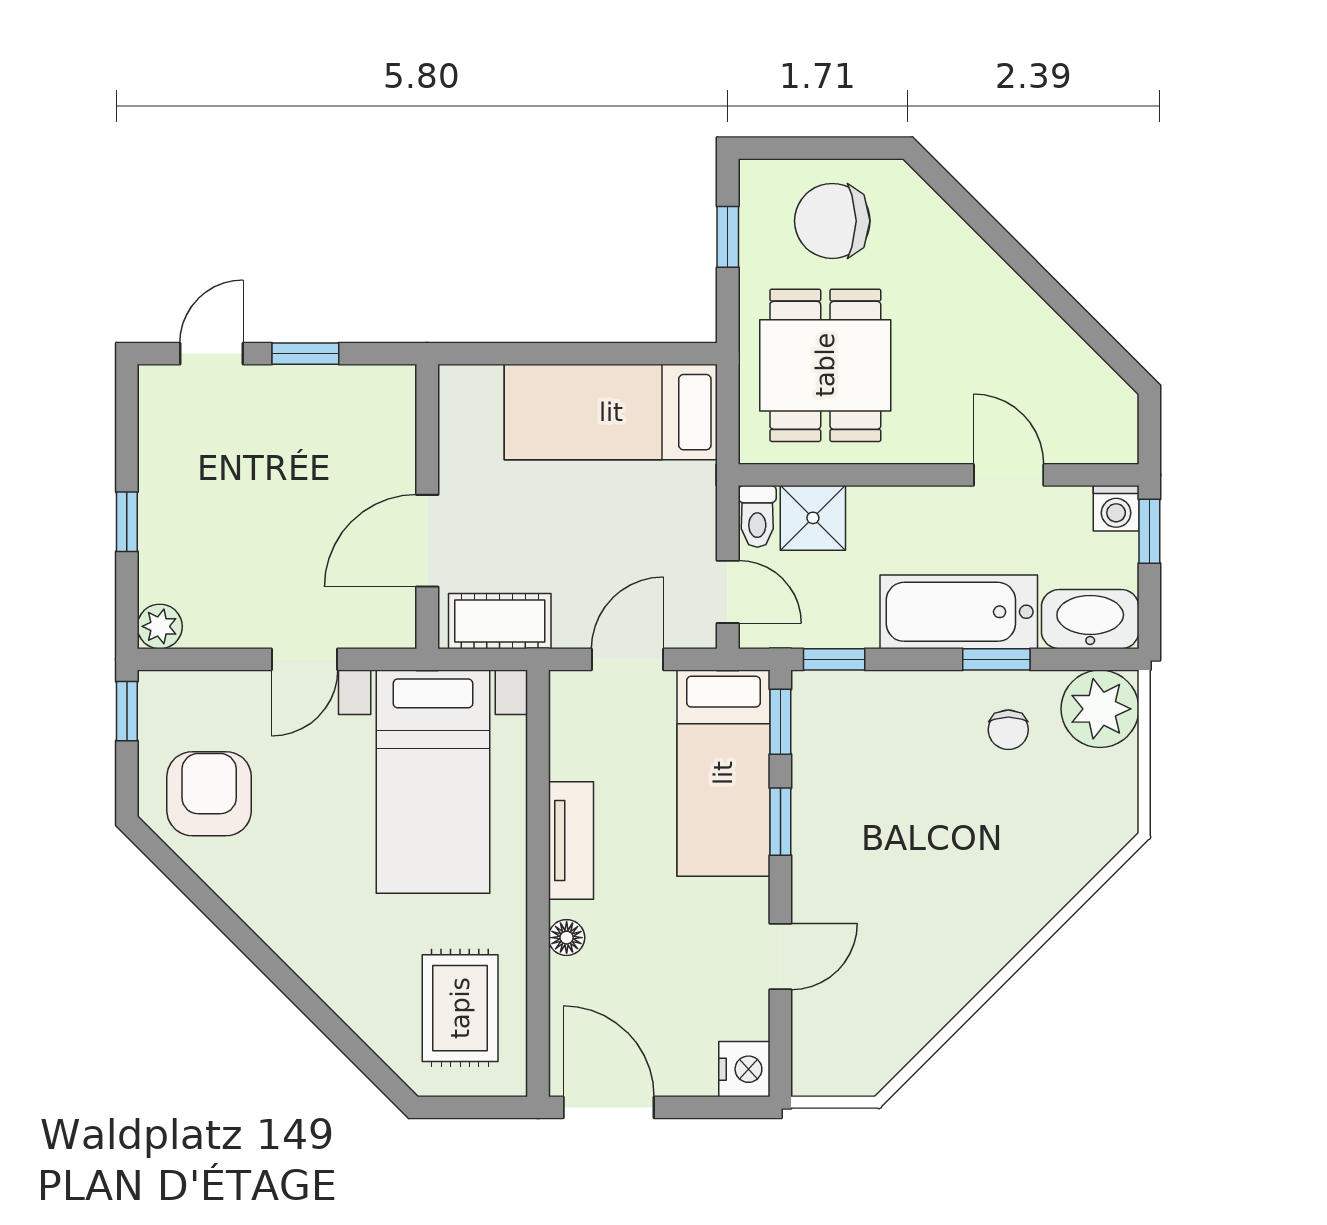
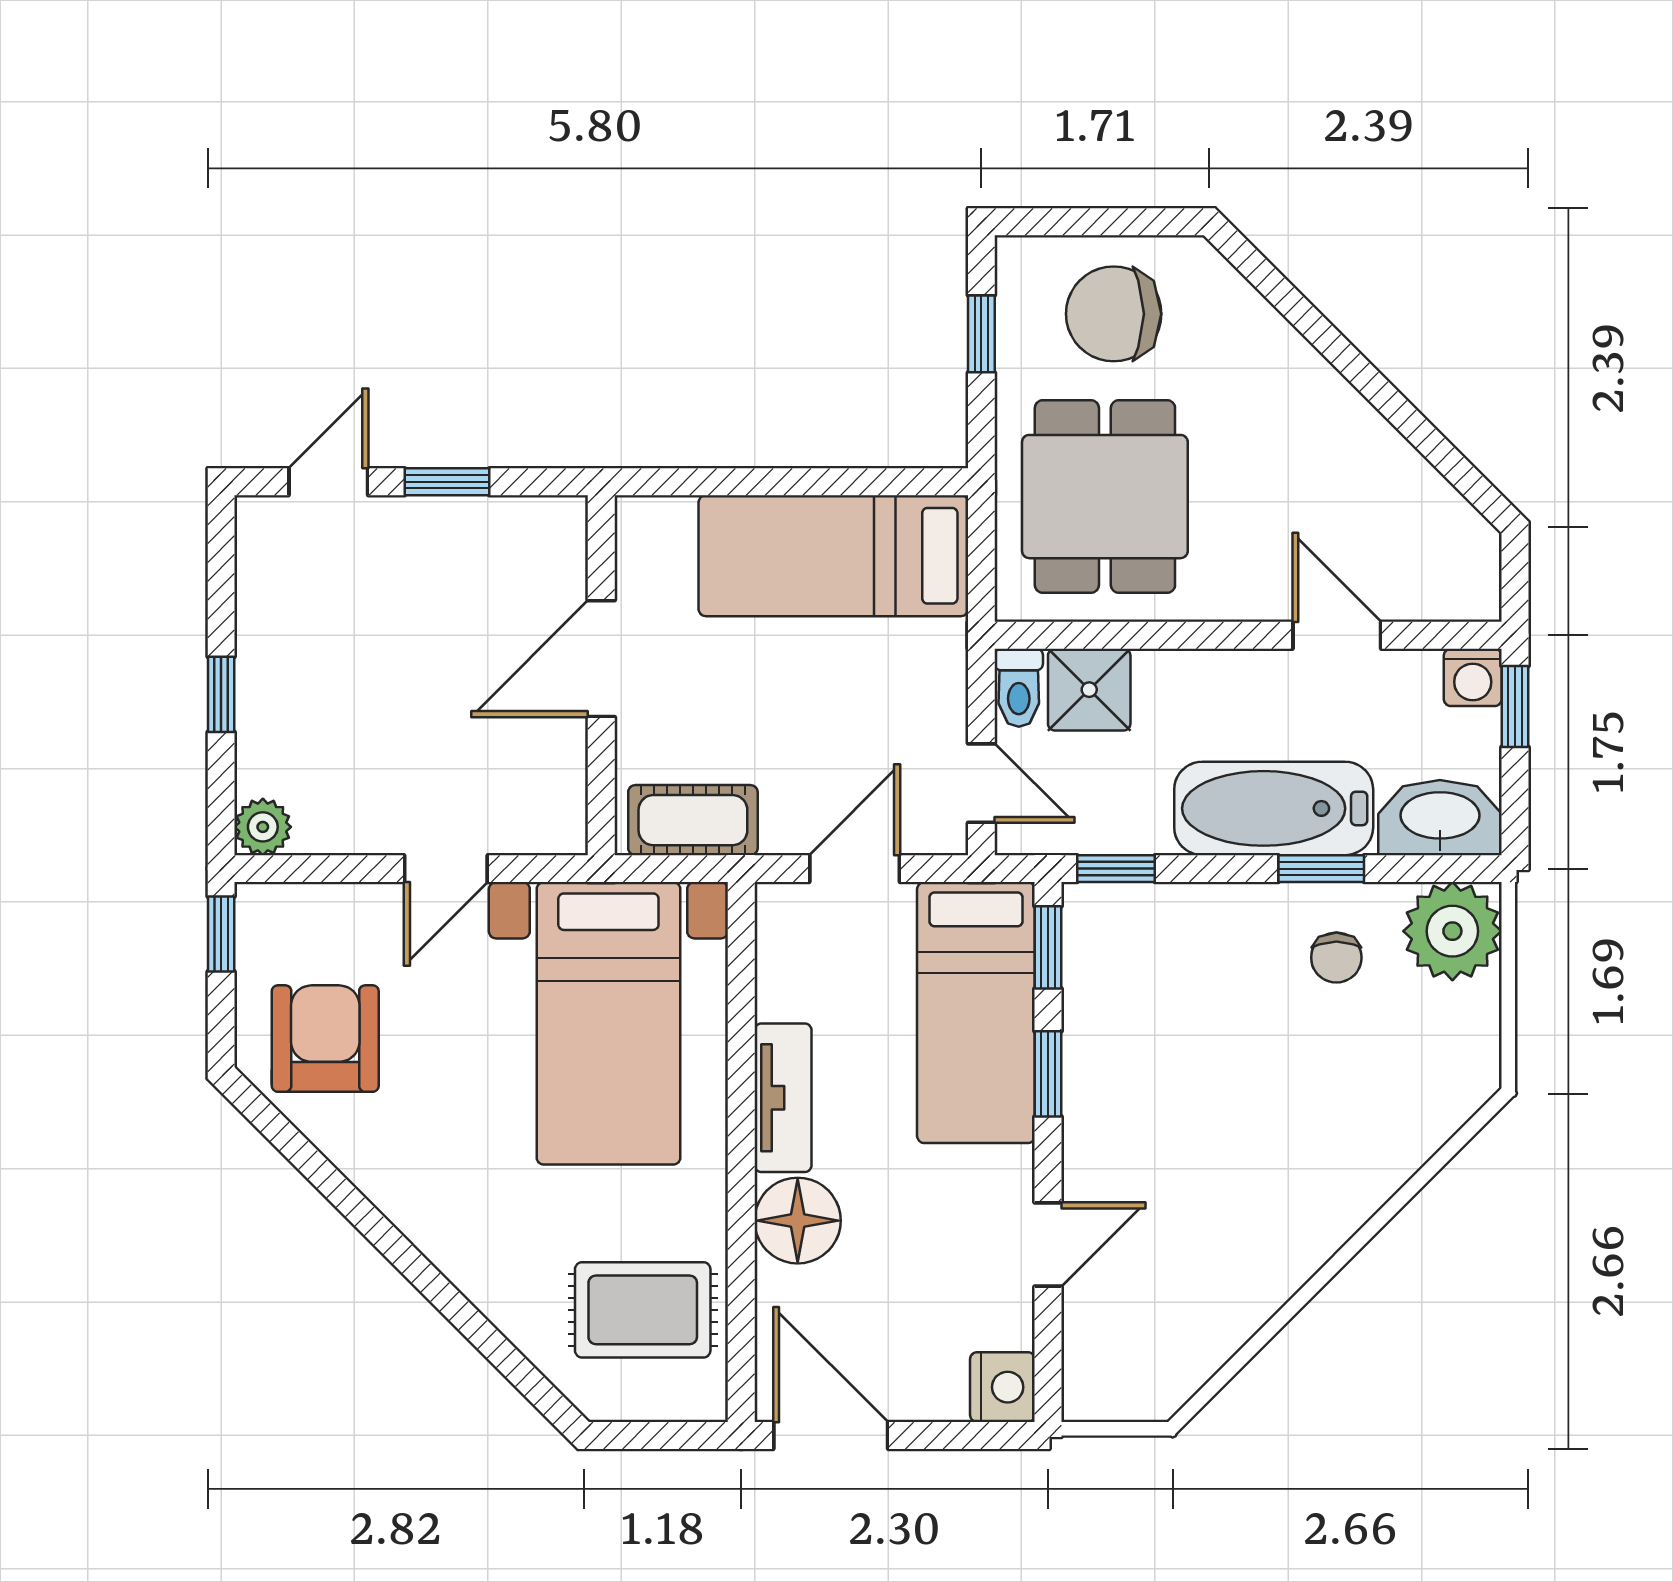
door: (427, 541) -> (601, 659), moved
floor lamp: (567, 938) -> (798, 1221), width x1.89, depth x1.89
rug: (460, 1008) -> (643, 1310), turned 90

